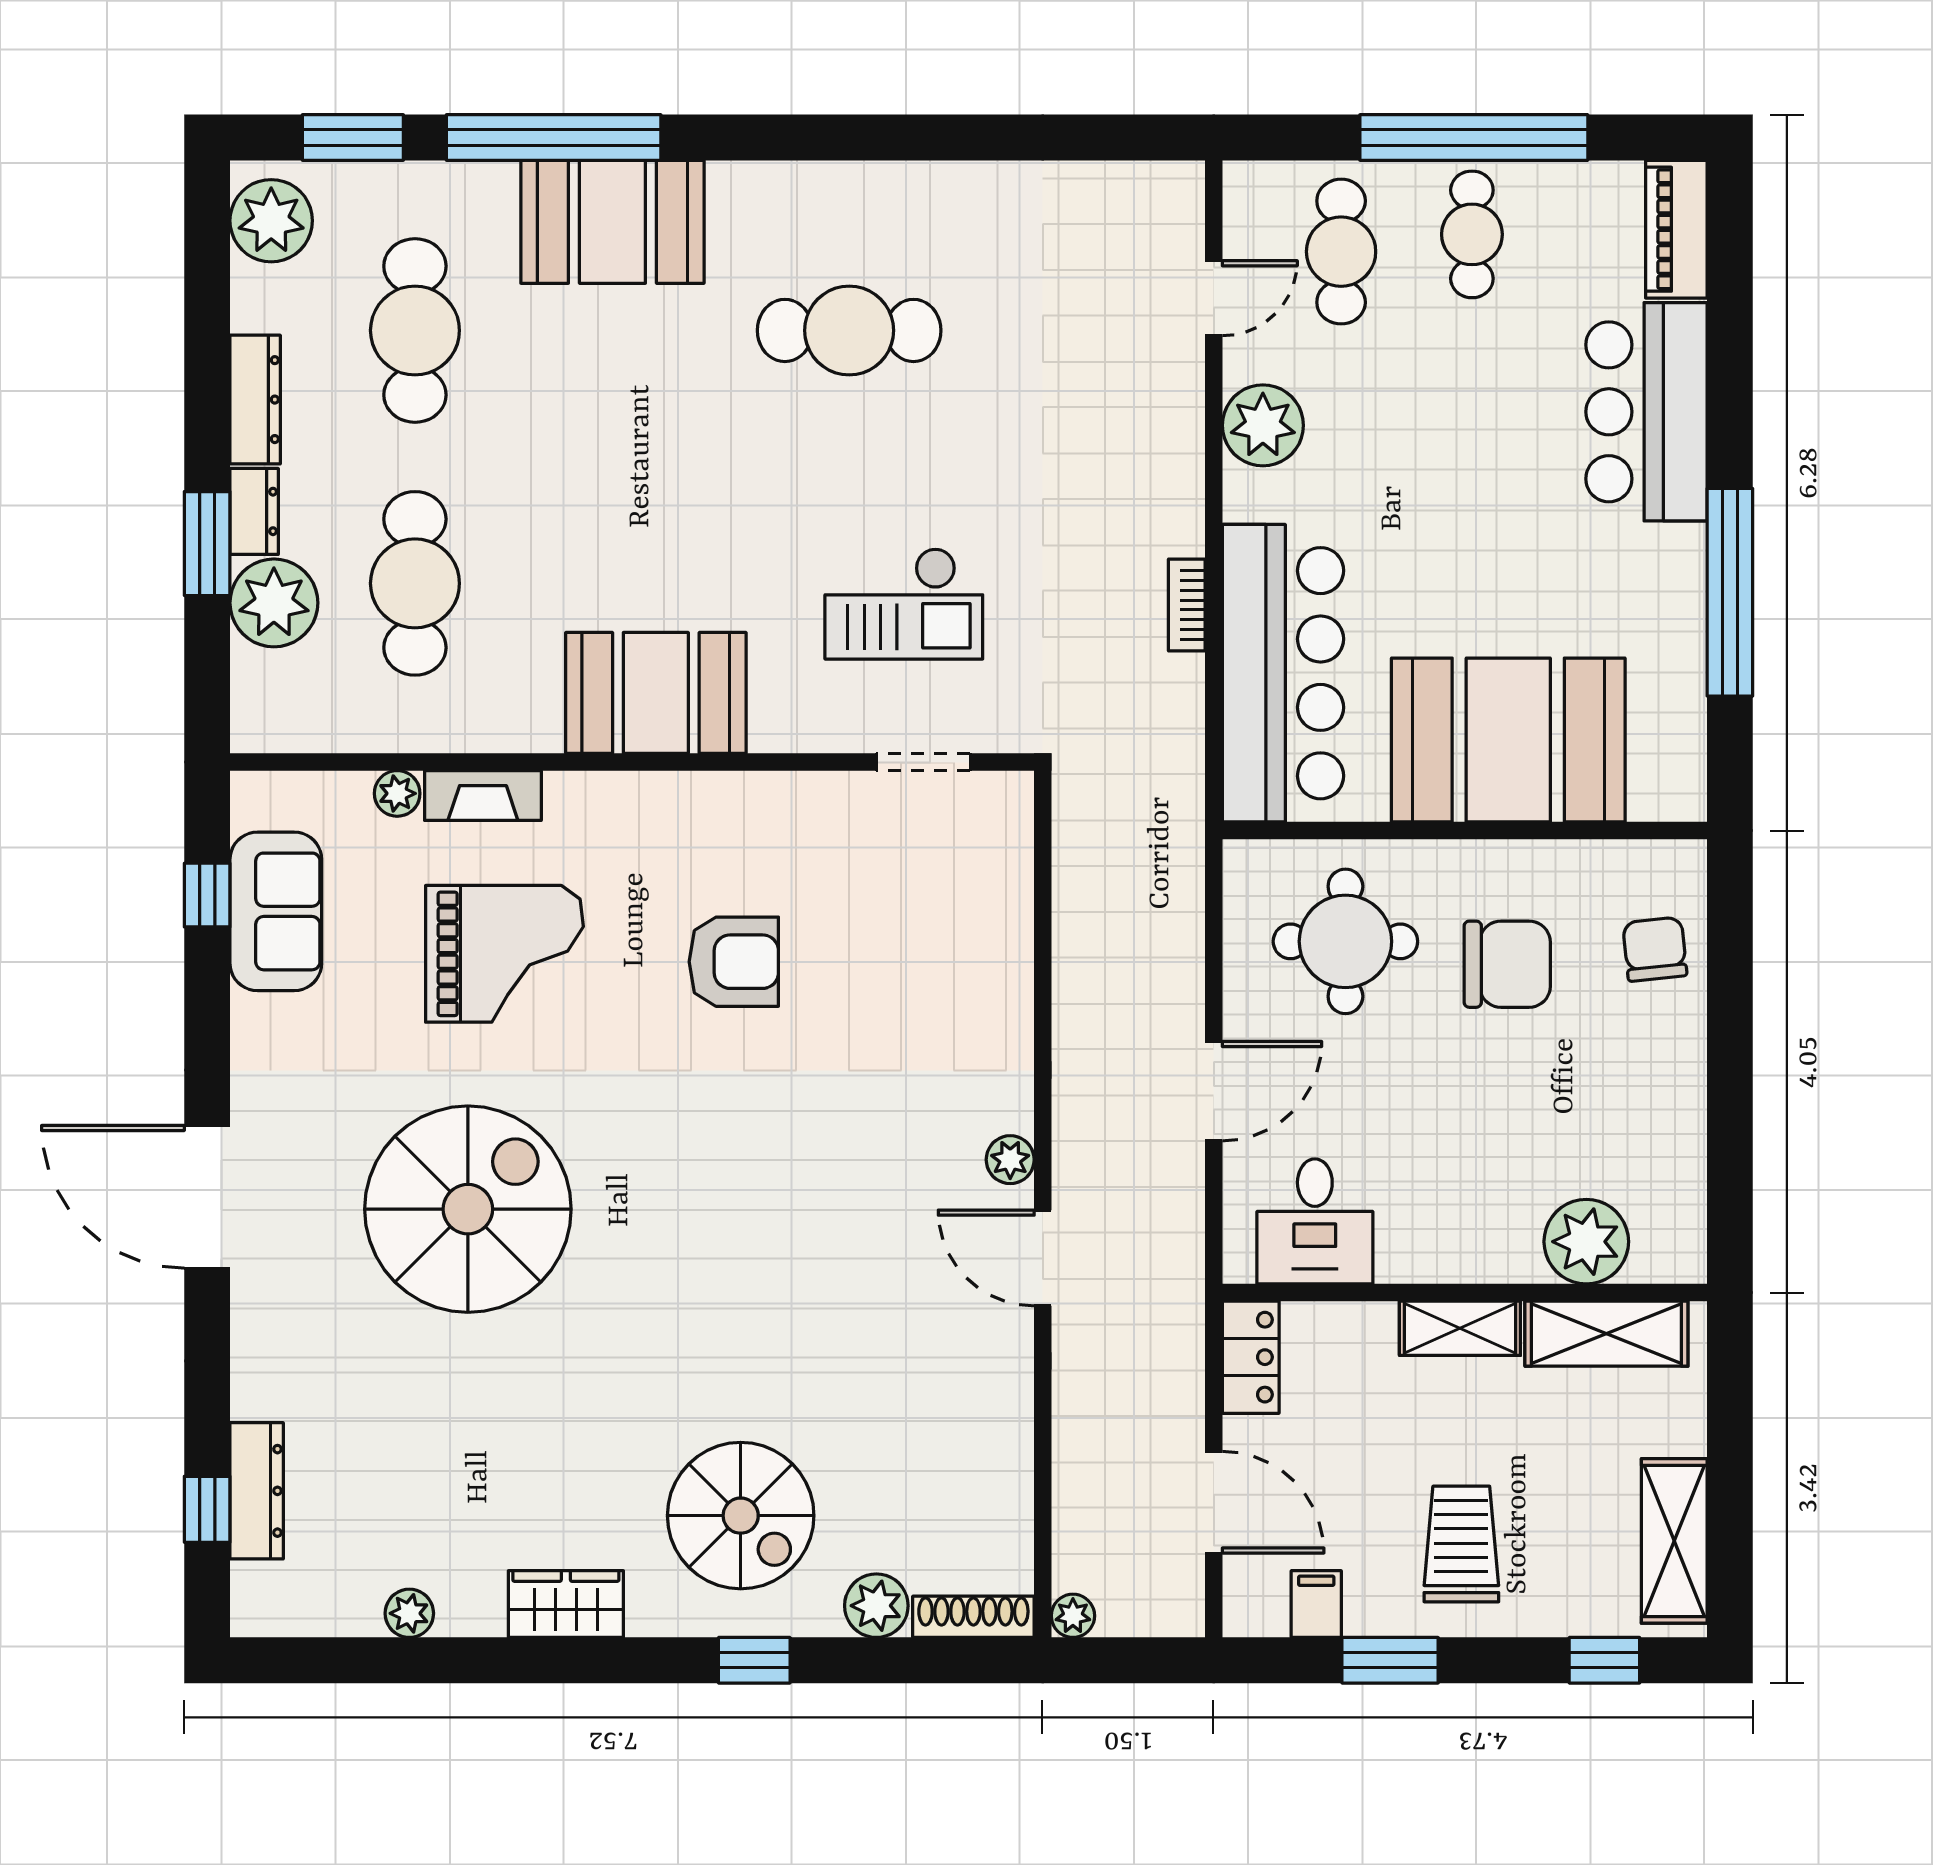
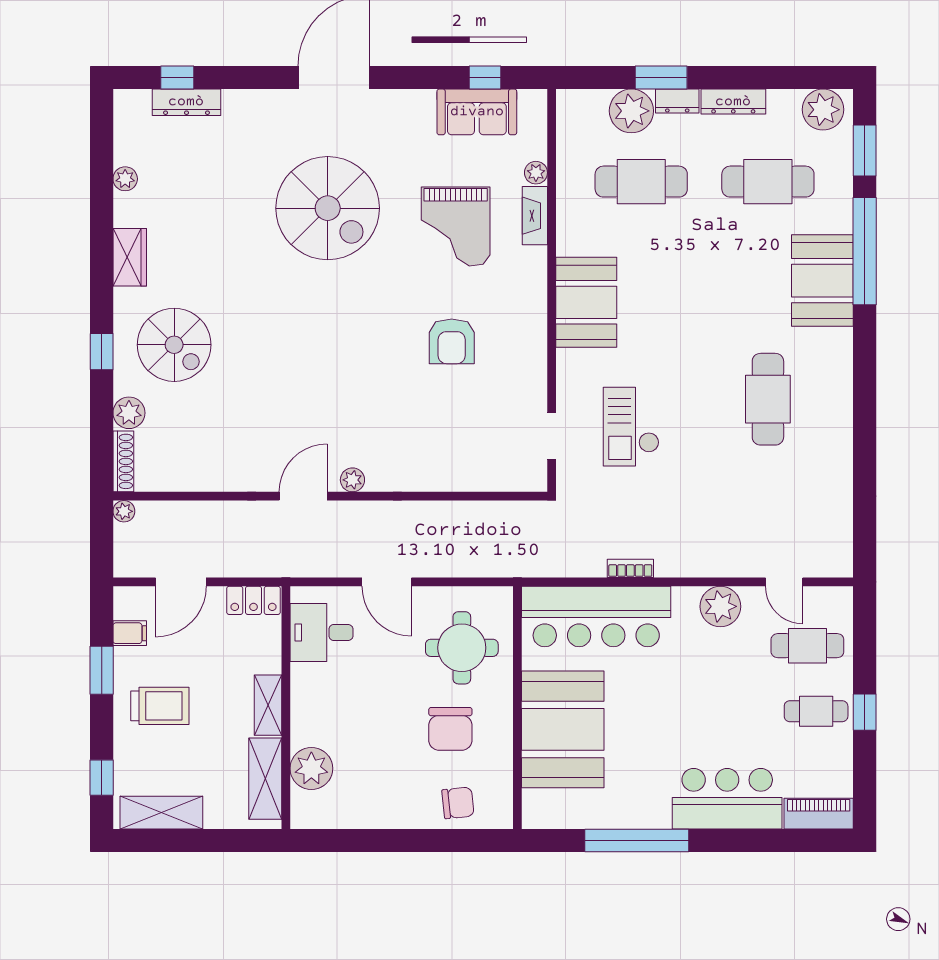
window: (1474, 138) -> (865, 712), width x0.32
spiral stairs: (741, 1516) -> (174, 345), turned -90

